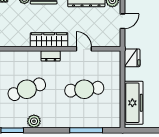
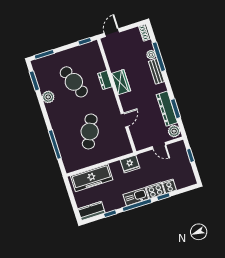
wardrobe: (49, 40) -> (121, 82), width x0.67
dresser: (51, 56) -> (105, 80), moved
cafe table: (84, 89) -> (90, 132), turned 30

